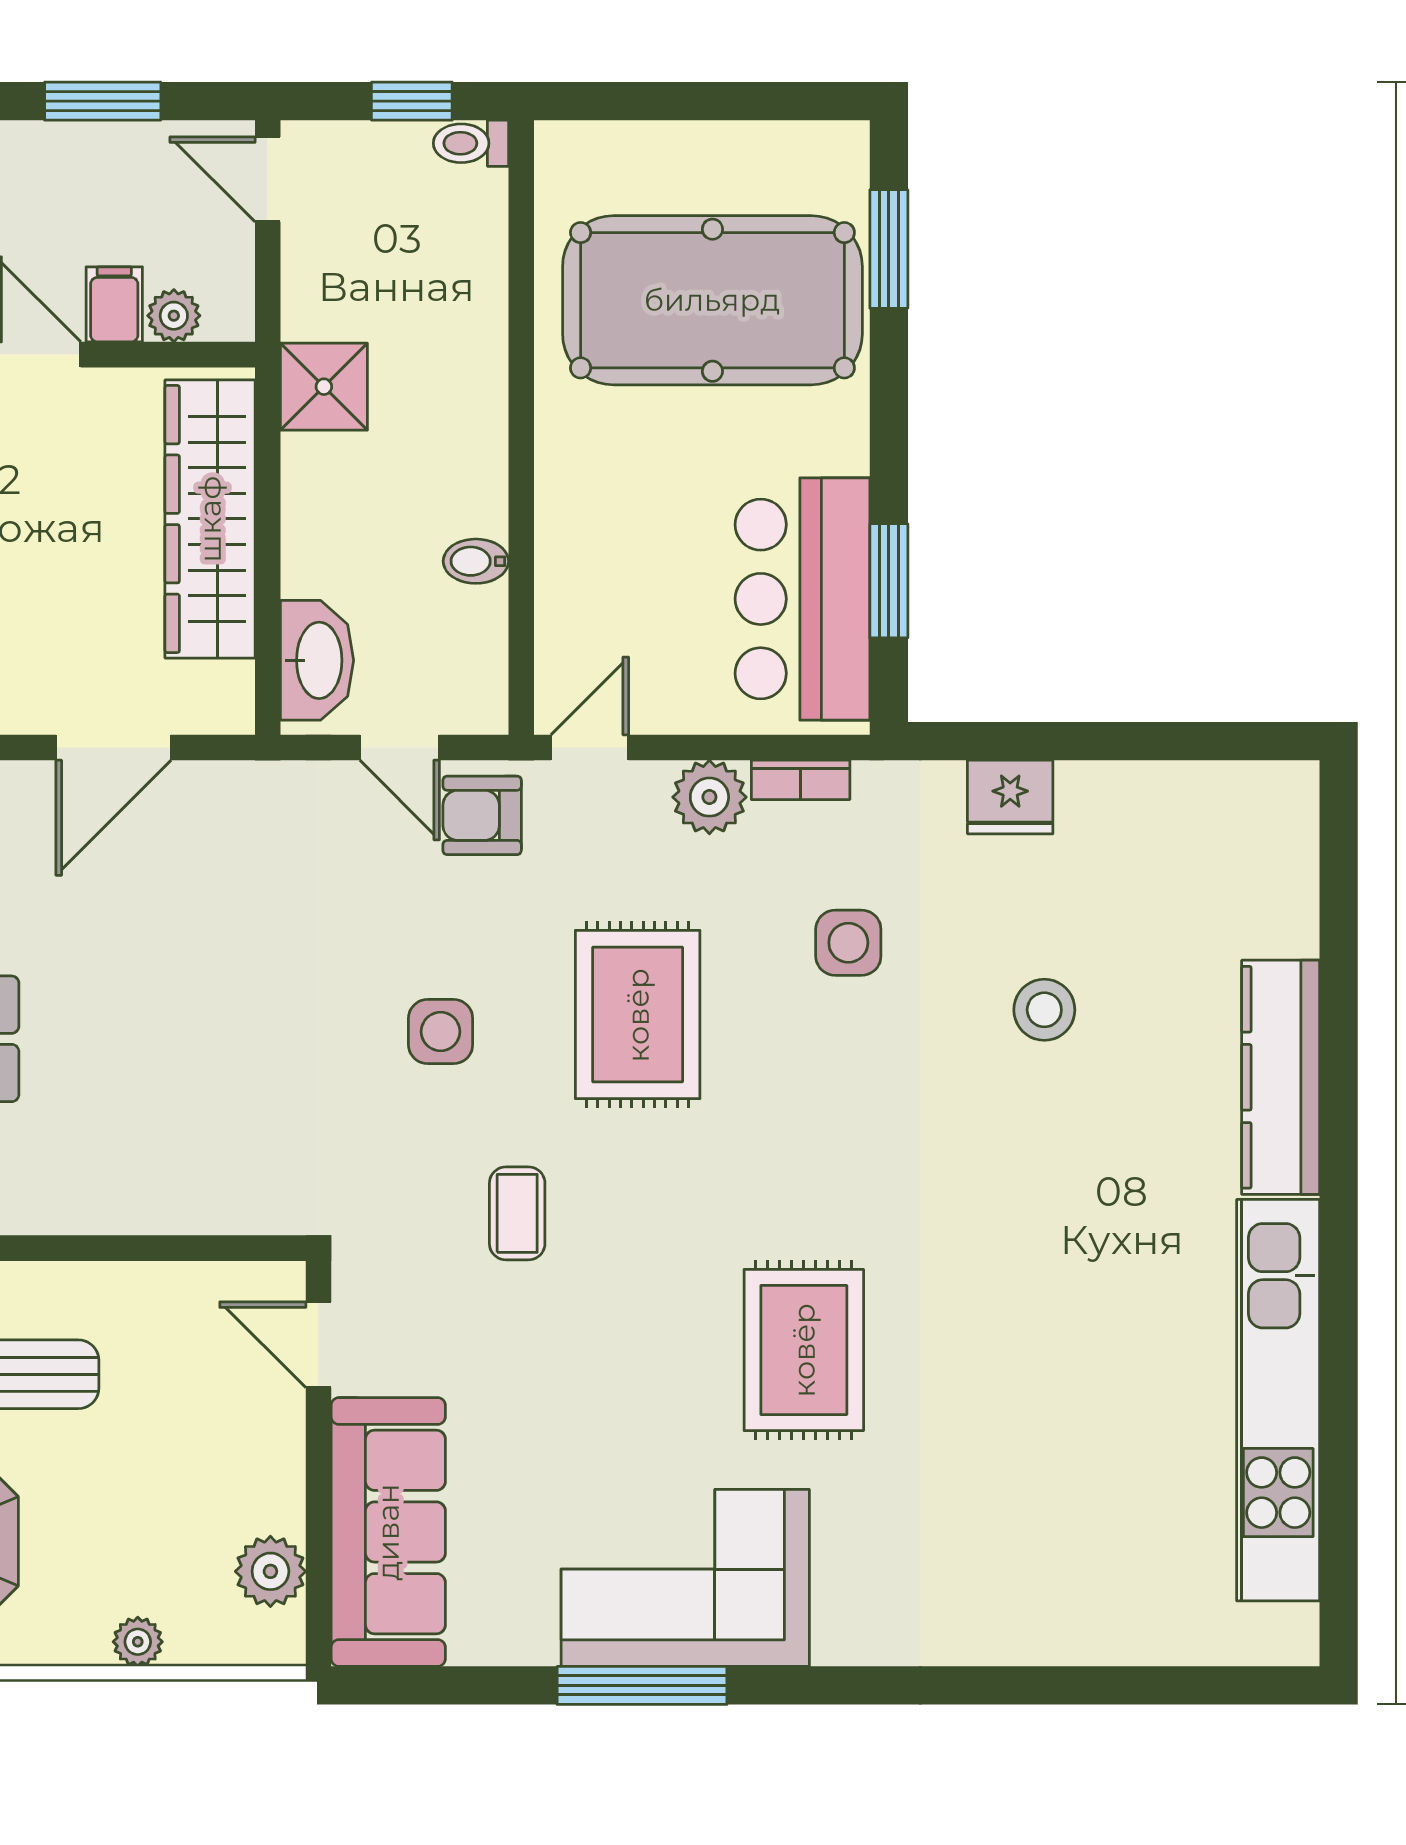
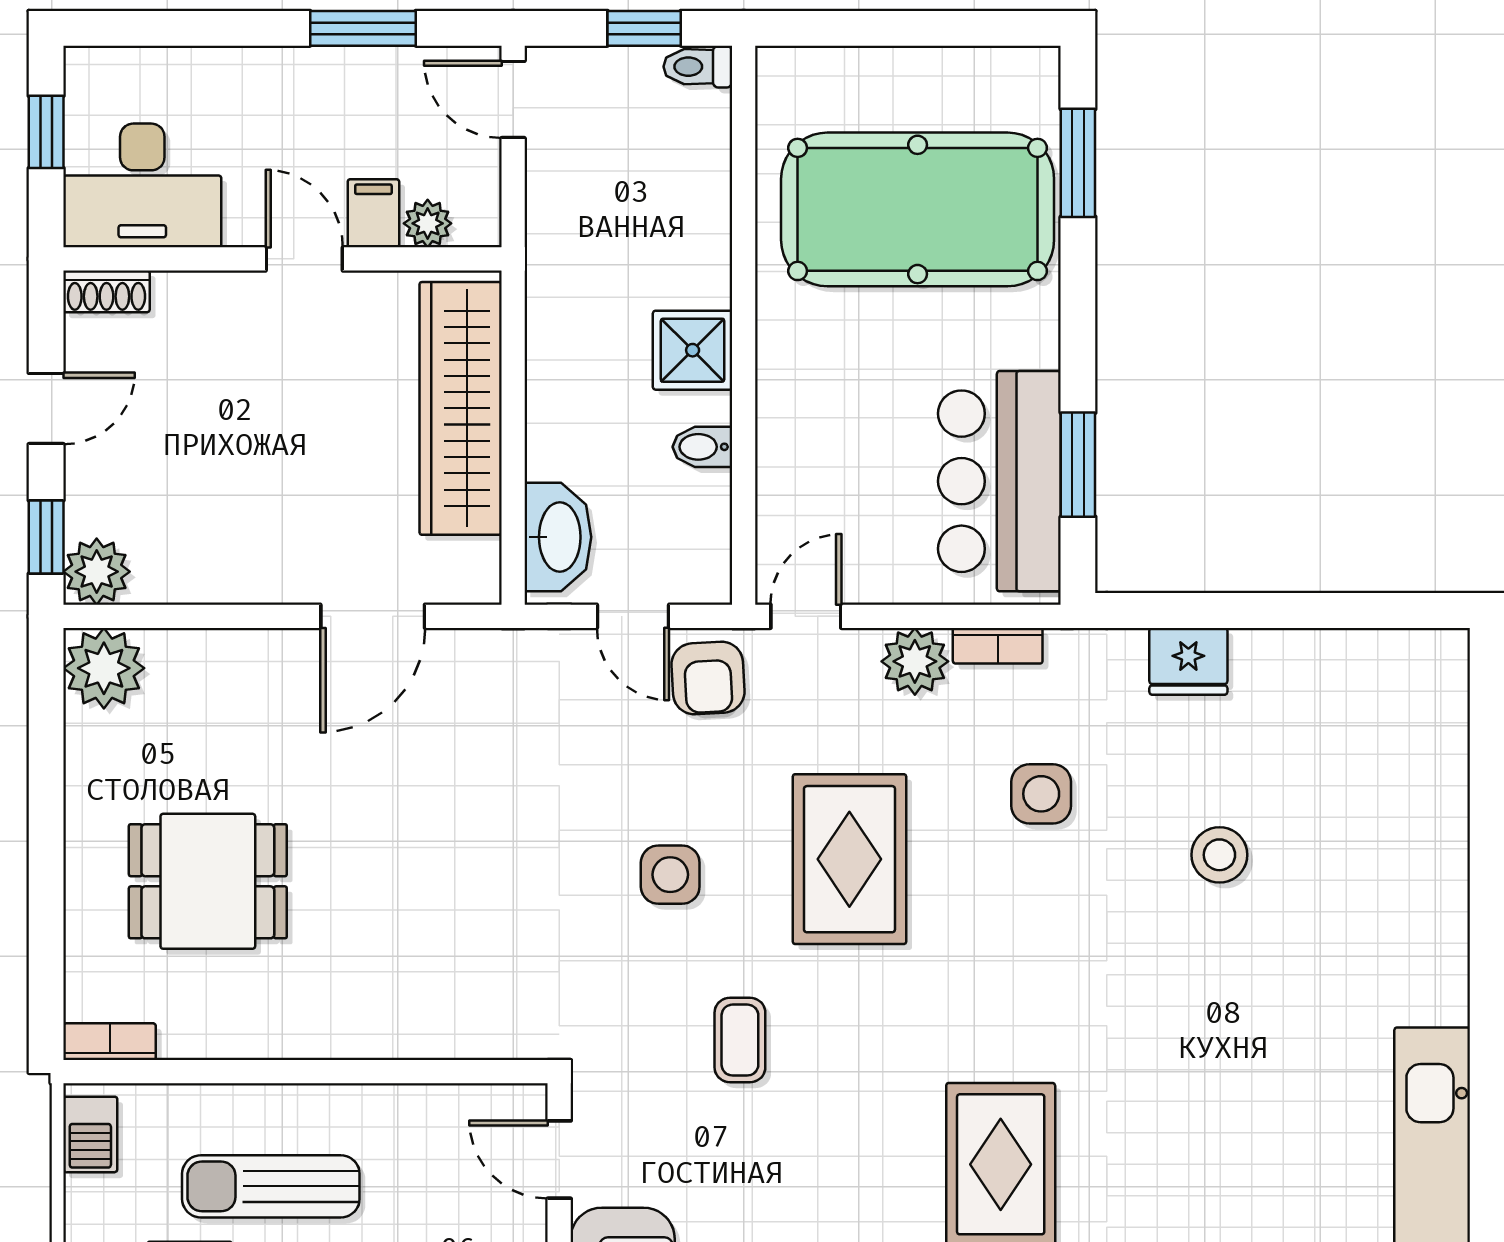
shower: (324, 387) -> (693, 350), moved
armchair: (482, 815) -> (708, 678), turned -93
kitchen counter: (1281, 1077) -> (1434, 916), removed

